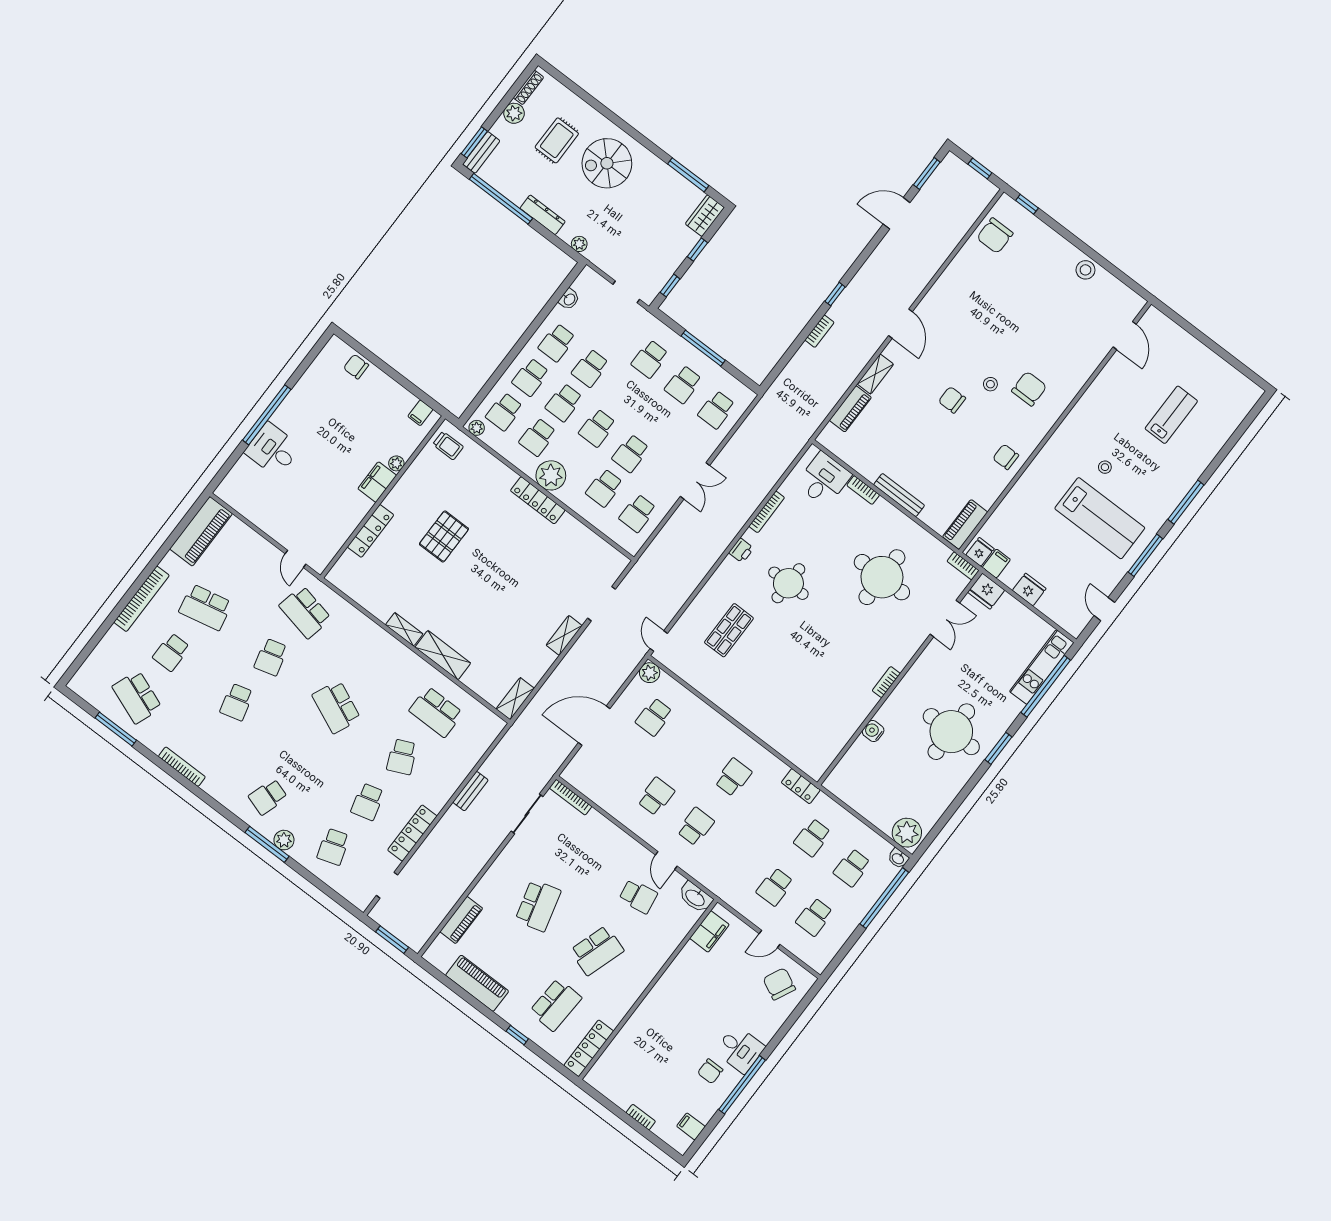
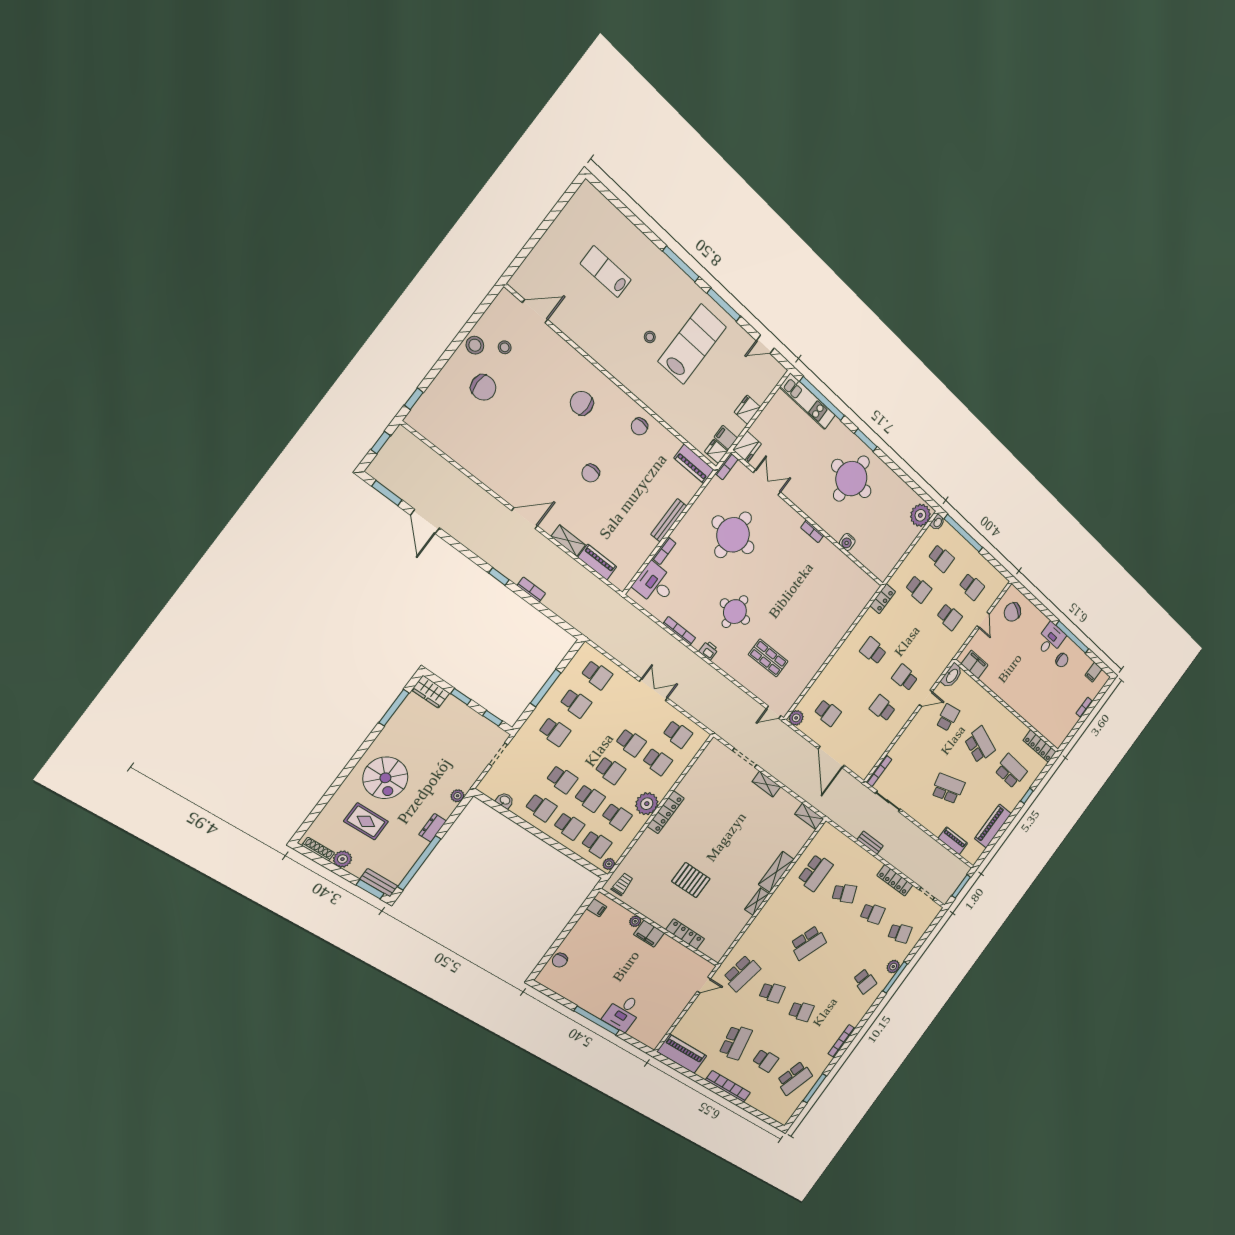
dresser: (543, 215) -> (433, 828), width x0.70
chair: (995, 236) -> (483, 387), moved
stool: (990, 384) -> (505, 347), moved

